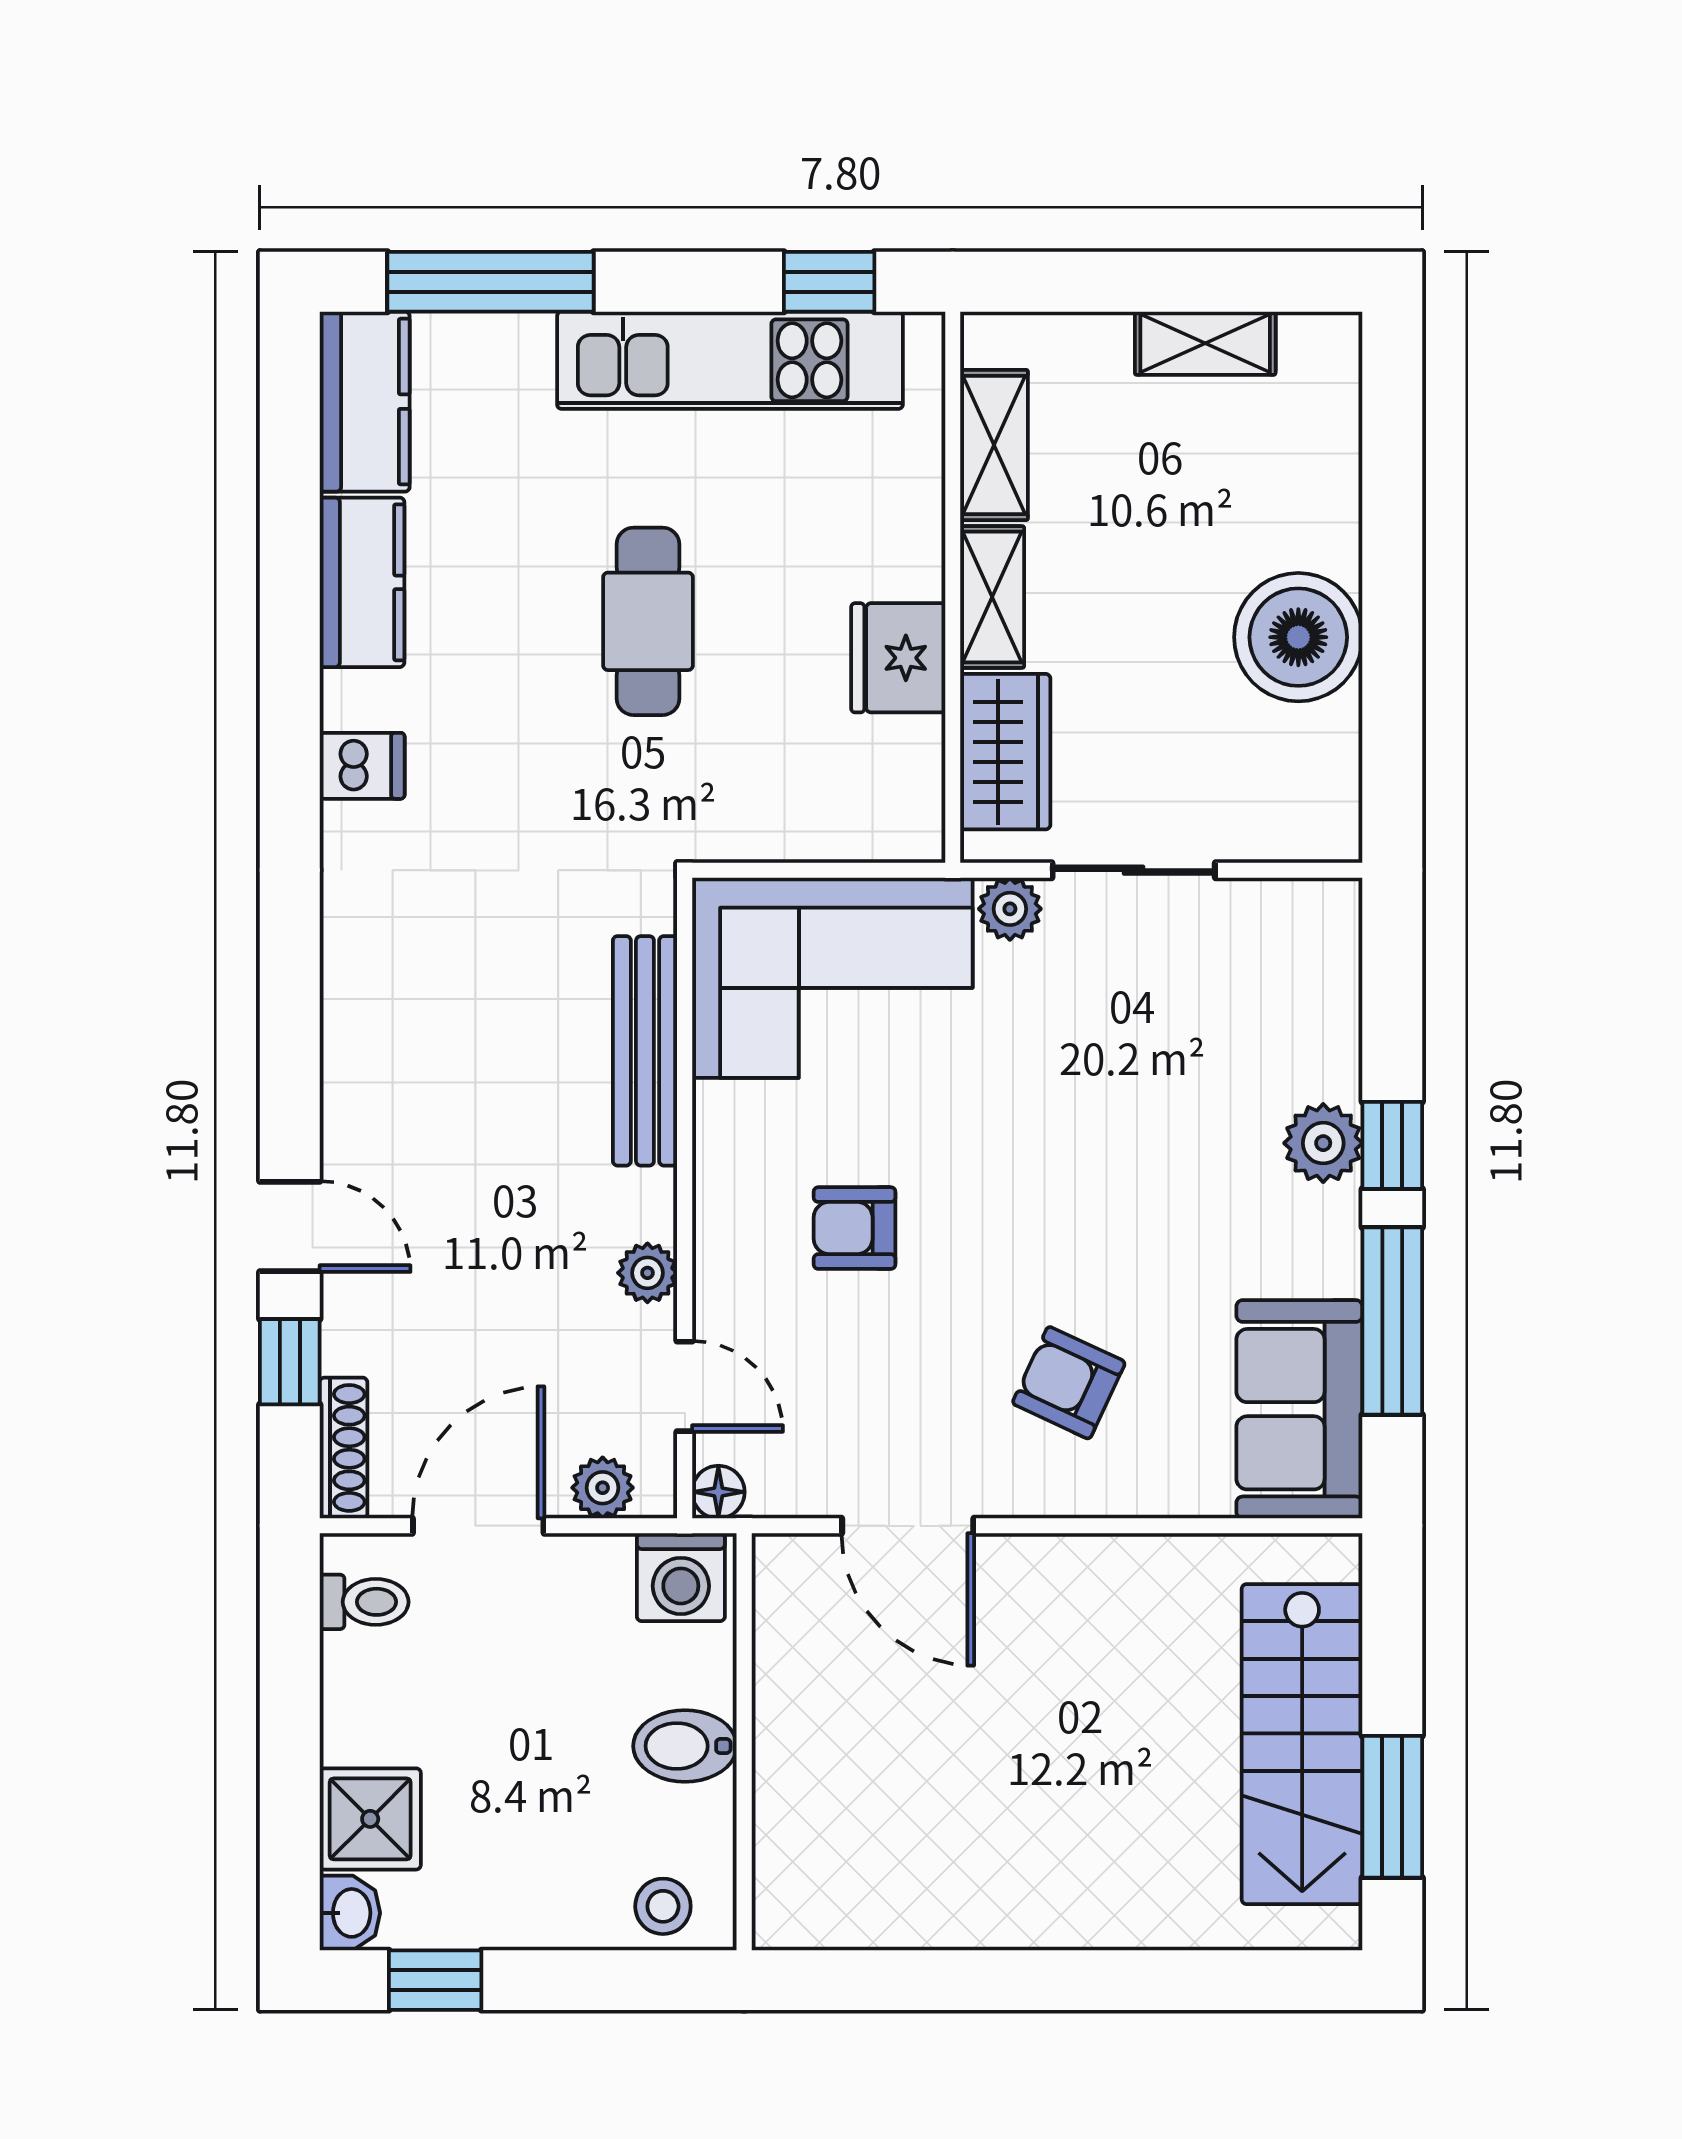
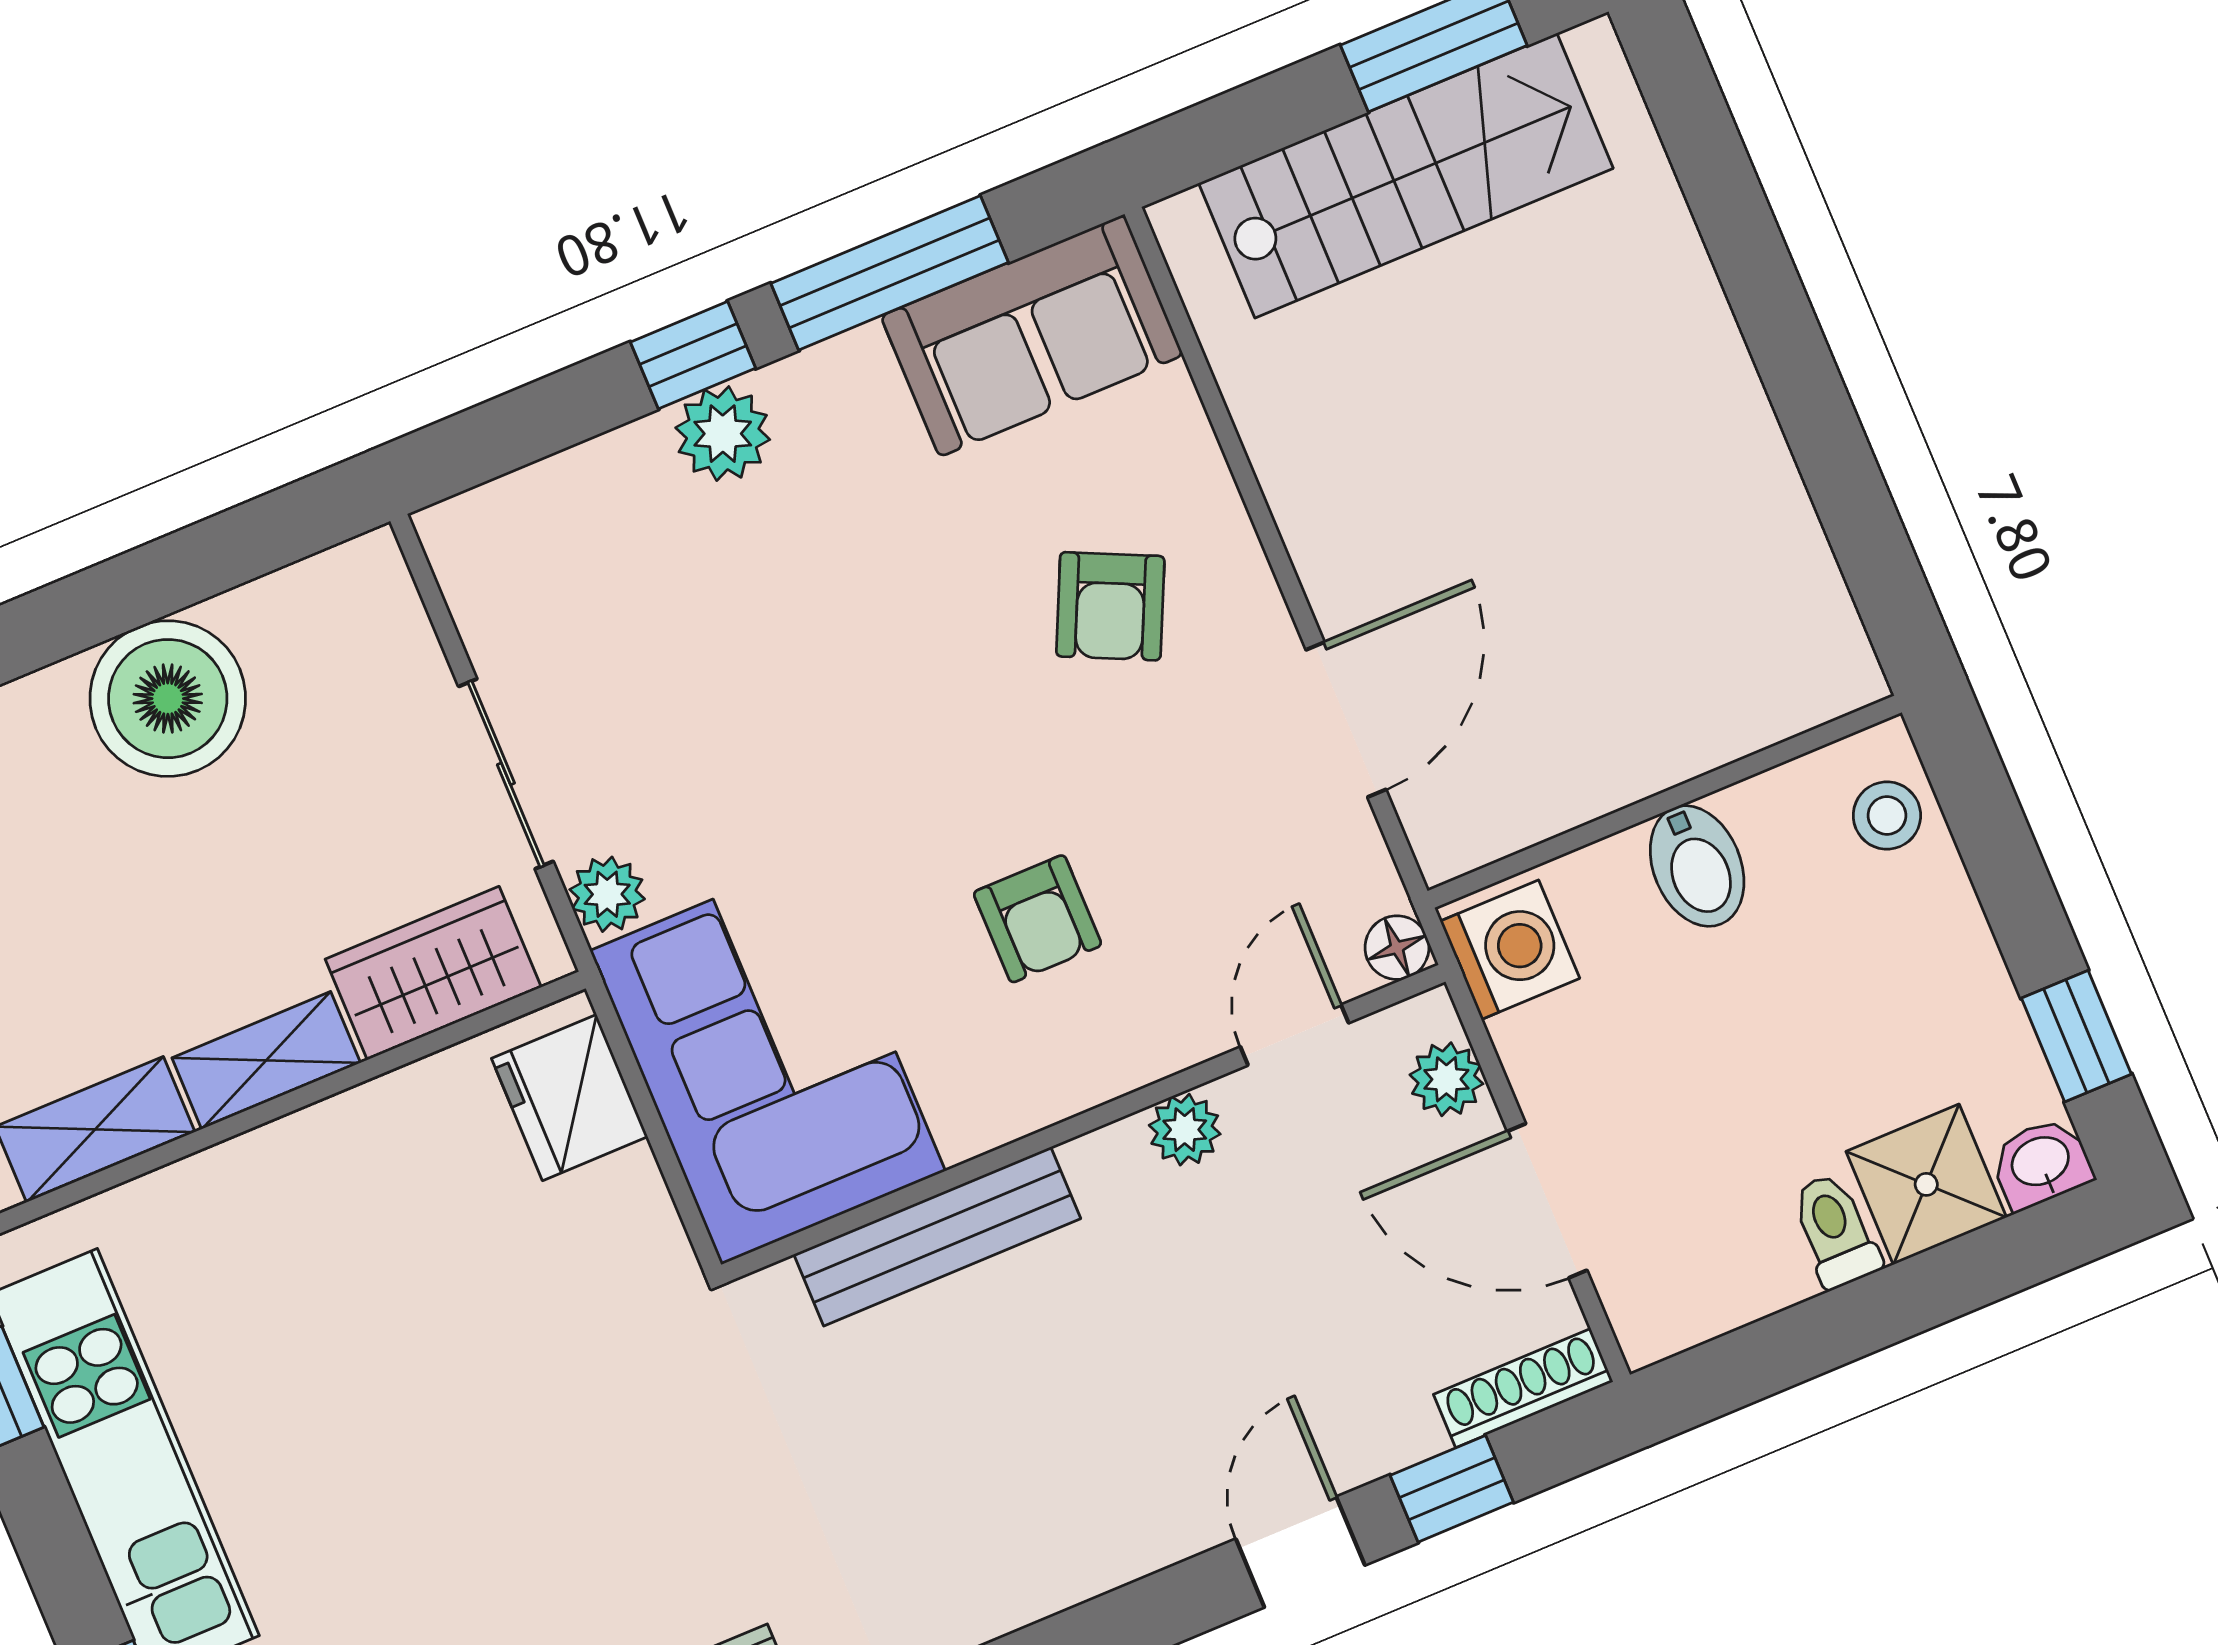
cafe table: (648, 621) -> (455, 1434), removed
fridge: (898, 658) -> (570, 1098), moved, turned 90
toilet: (364, 1602) -> (1835, 1231), moved

